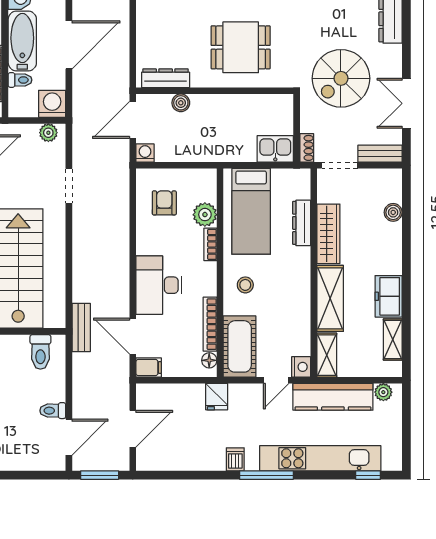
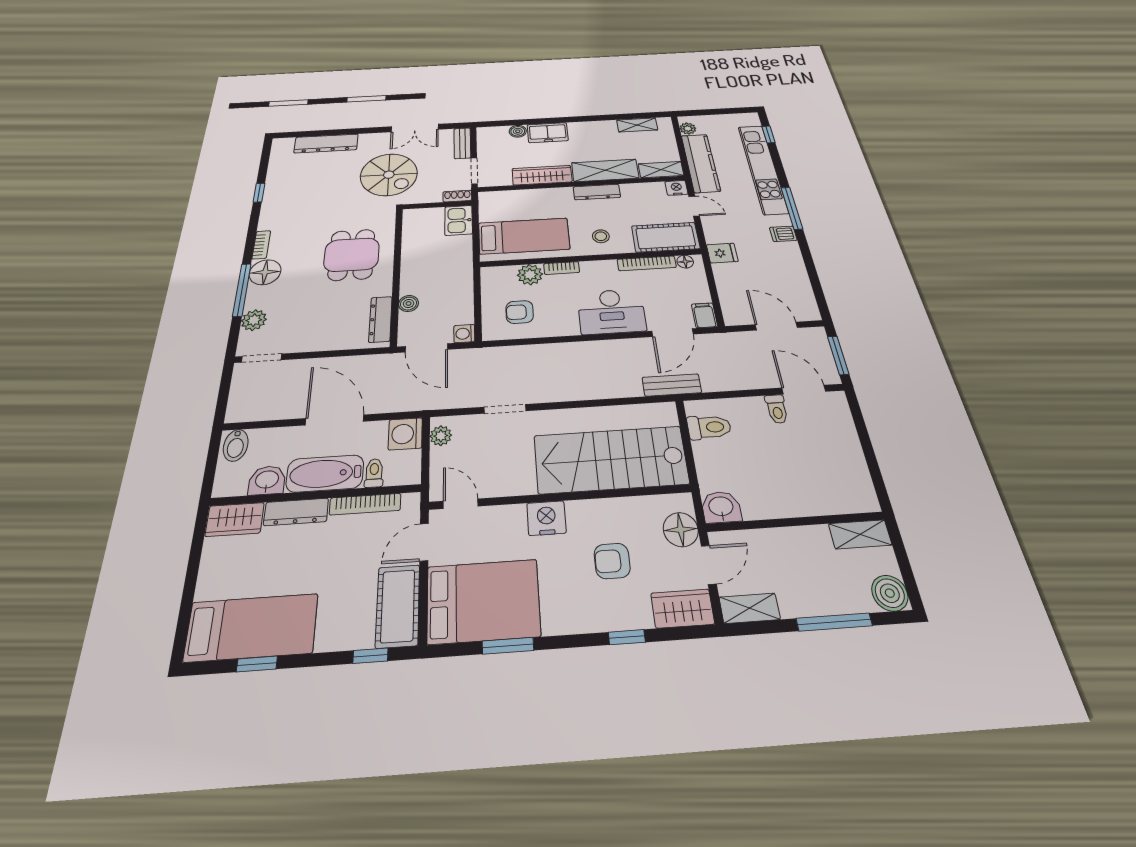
dresser: (302, 223) -> (597, 192), moved
freezer: (389, 296) -> (548, 133), moved

